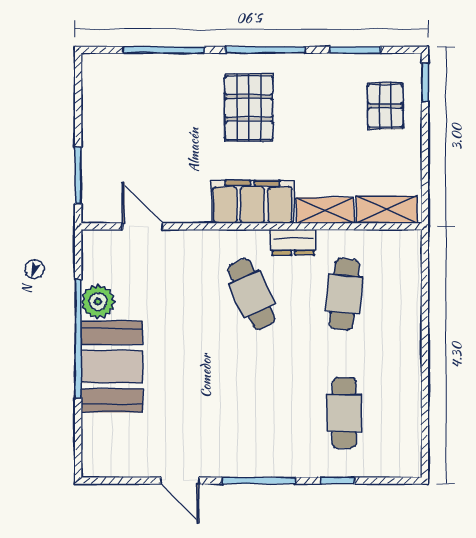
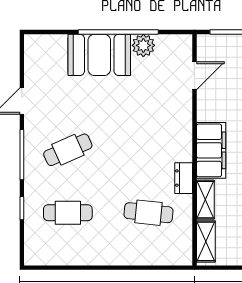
cafe table: (252, 294) -> (68, 150), moved

